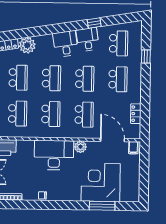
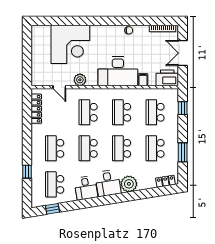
window: (94, 23) -> (52, 209), moved
plant: (27, 45) -> (129, 184), moved
locker: (136, 114) -> (36, 109), width x1.53
door: (112, 140) -> (59, 87), width x0.53
plant: (81, 147) -> (80, 80), moved
filing cabinet: (133, 148) -> (143, 80), moved
window: (102, 206) -> (69, 21), removed

